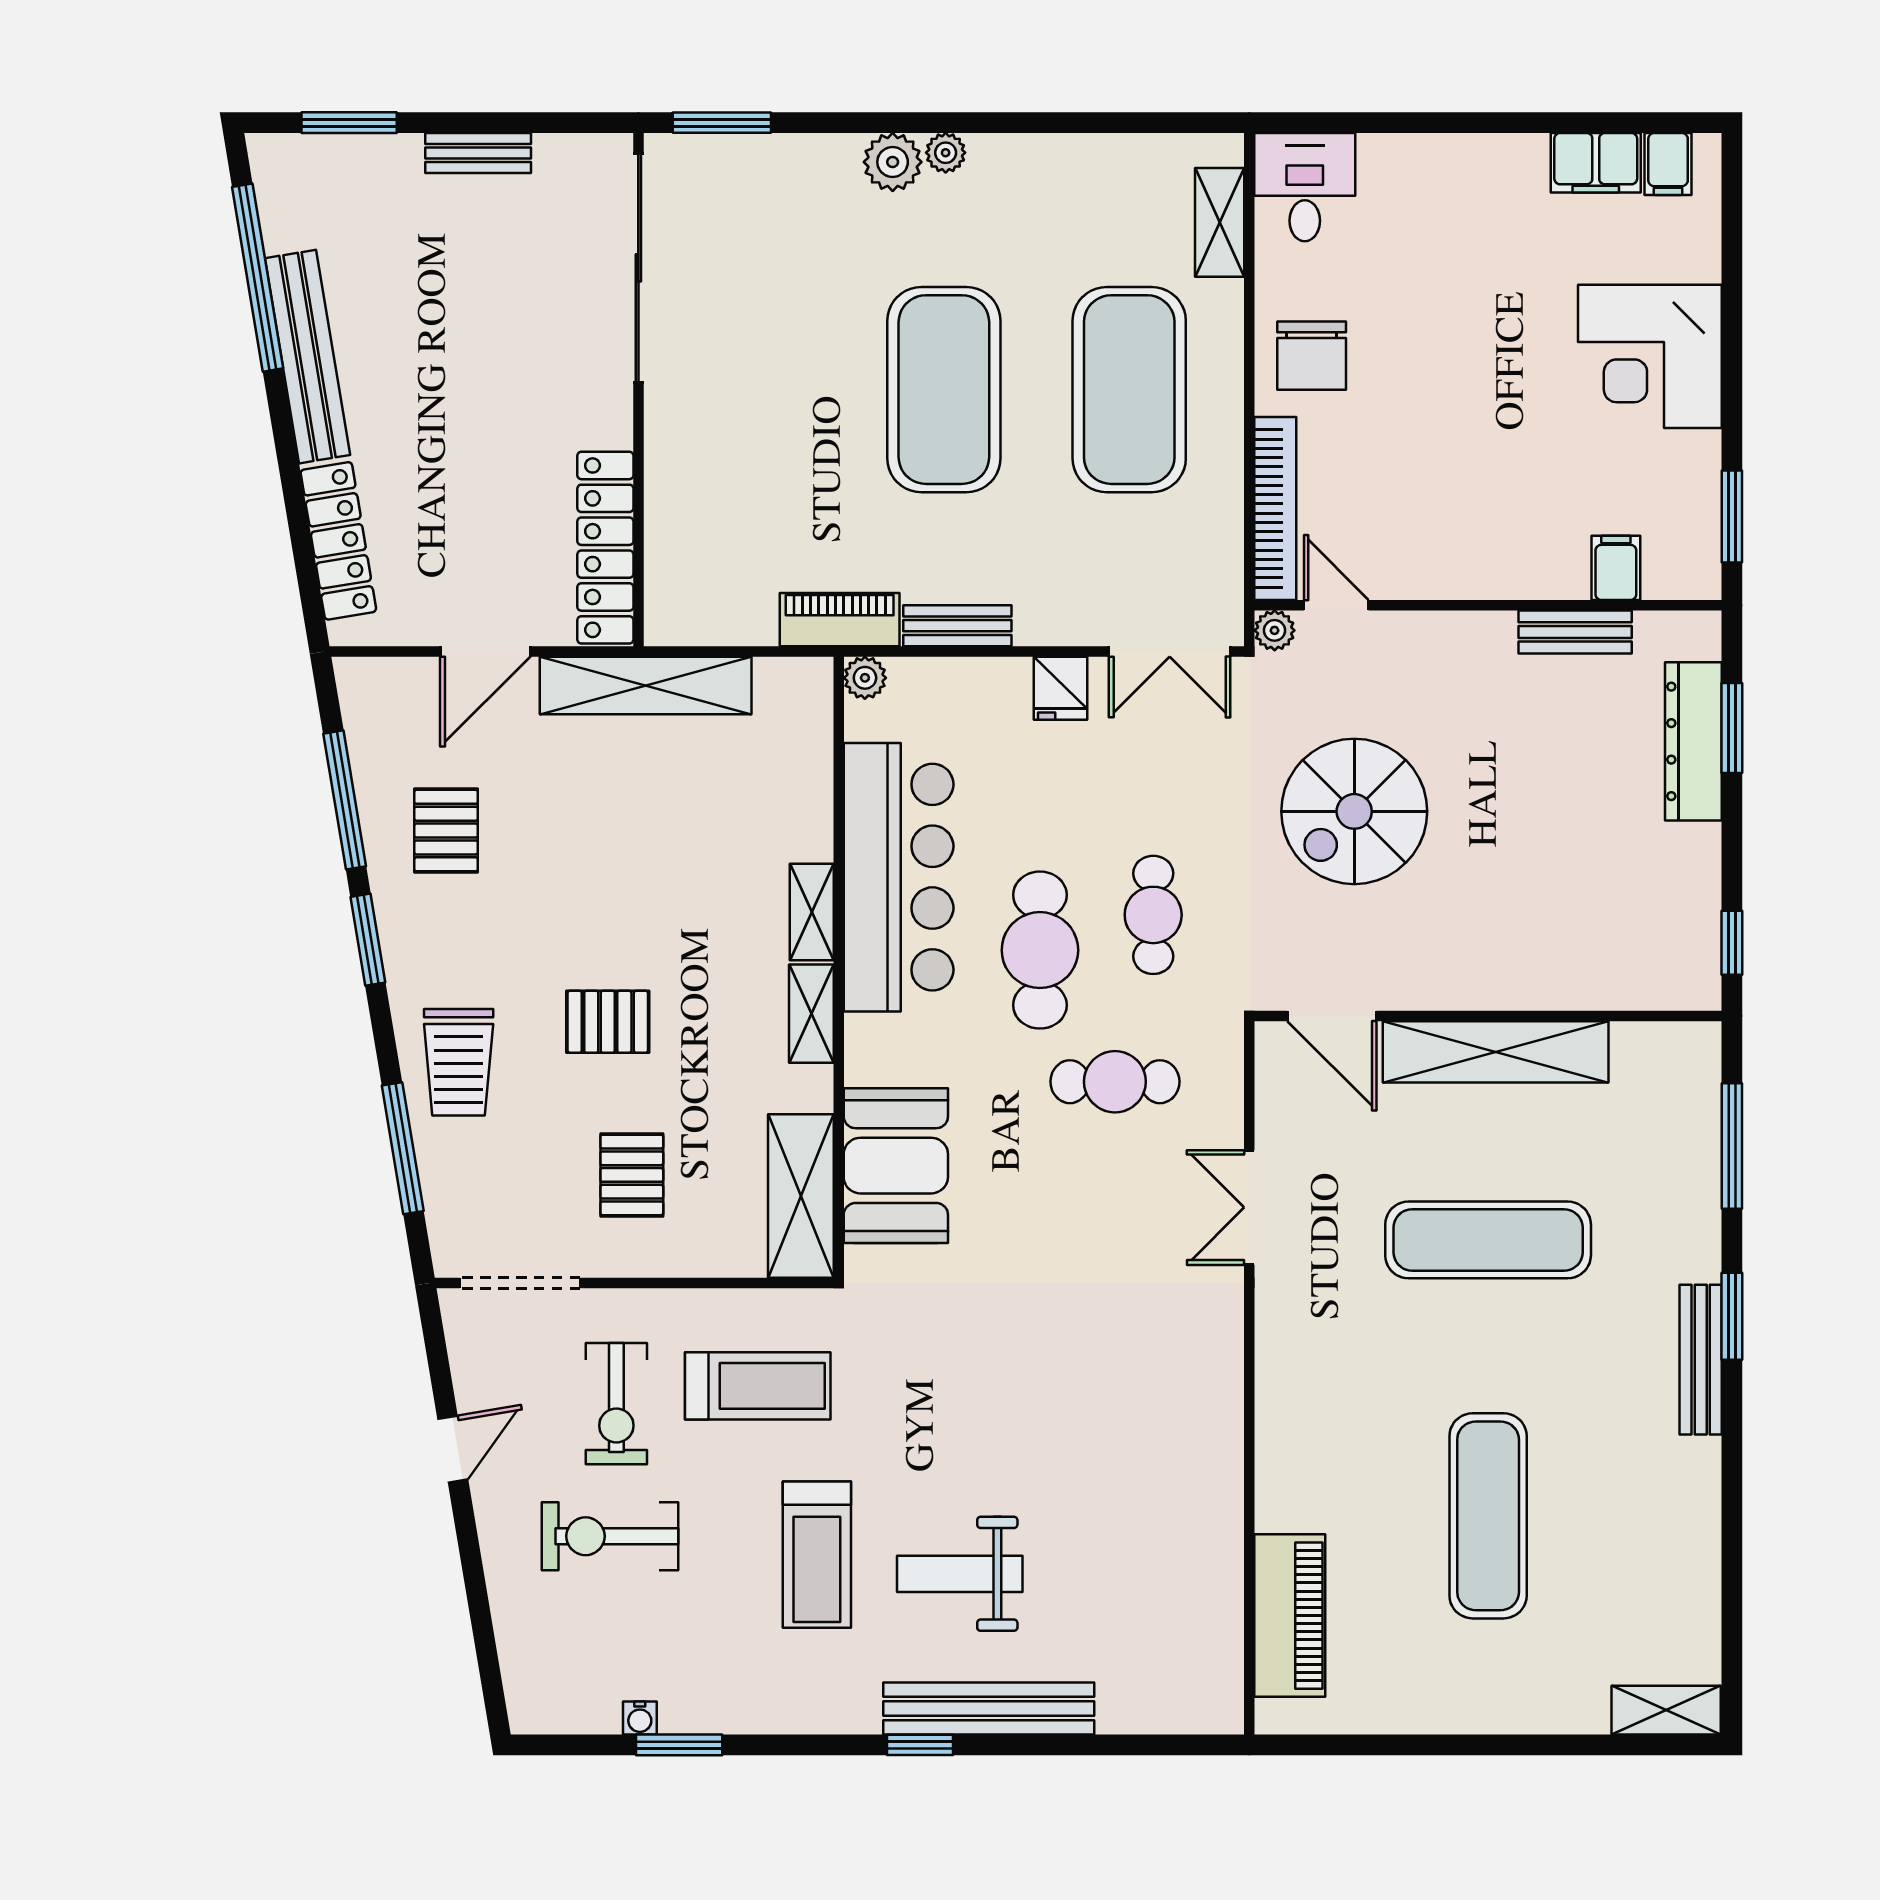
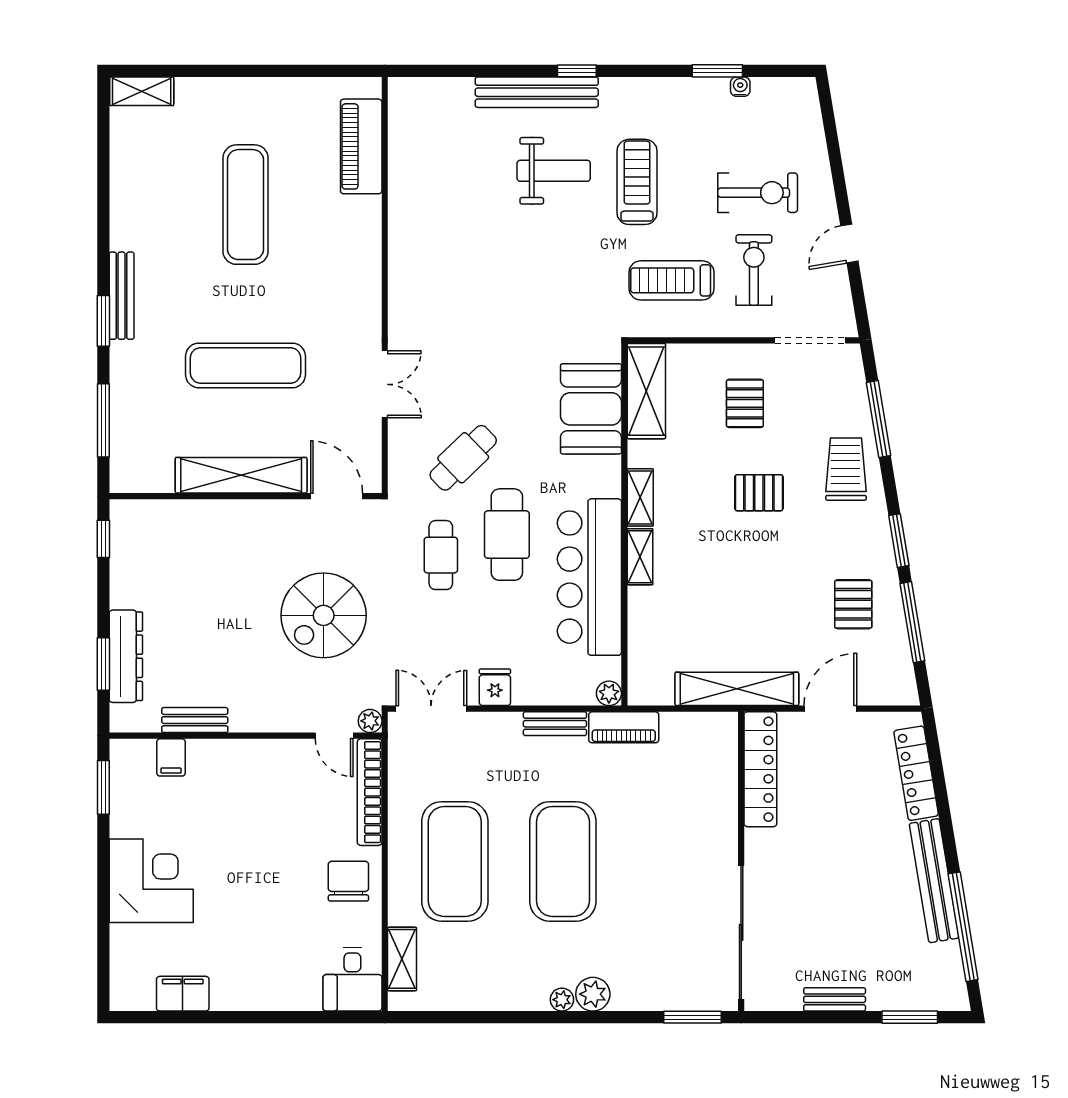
filing cabinet: (1668, 164) -> (141, 993), removed
spiral stairs: (1354, 811) -> (324, 615), turned 180
cafe table: (1115, 1082) -> (463, 458), turned -44

